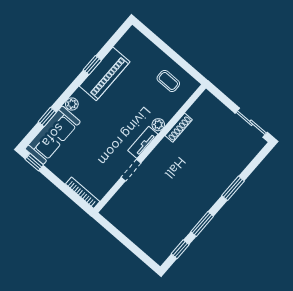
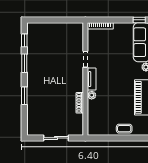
coffee table: (168, 81) -> (124, 129), moved
sliding door: (251, 123) -> (56, 138), moved

